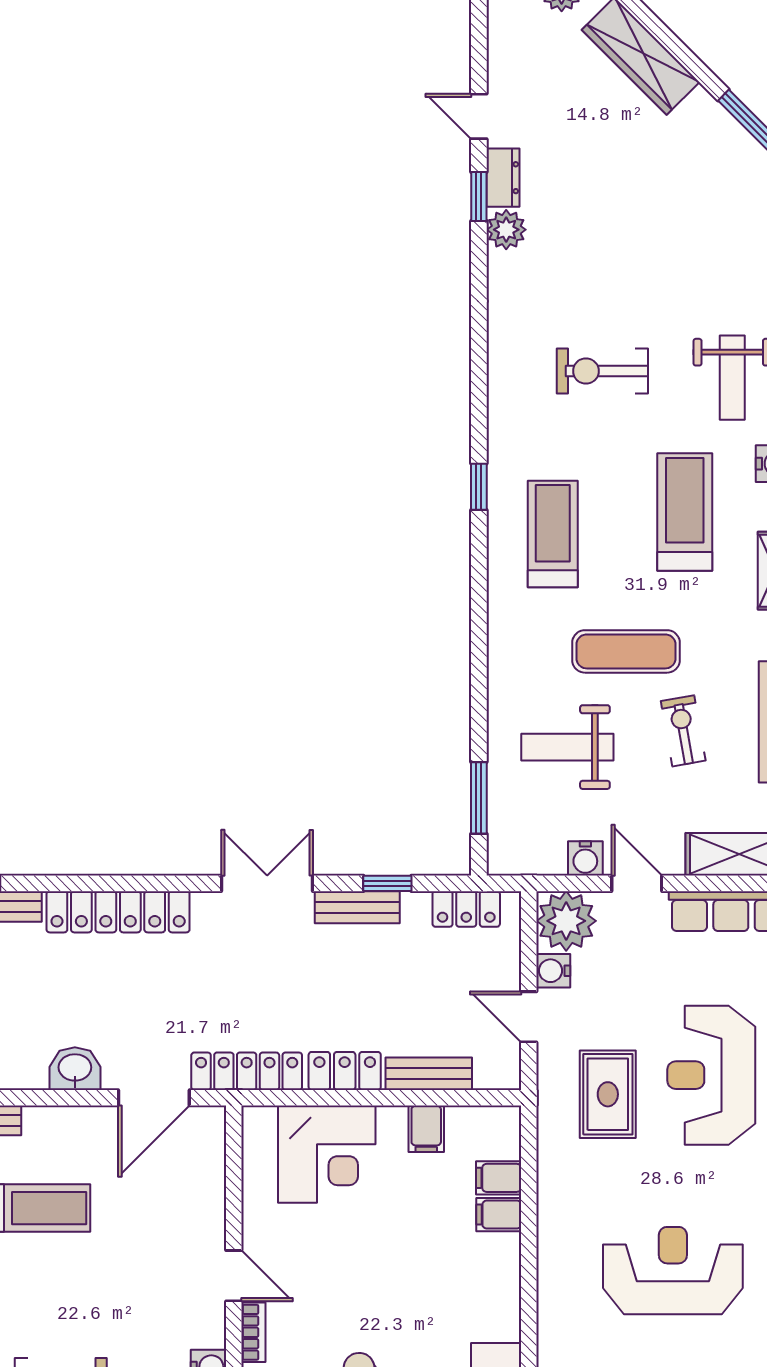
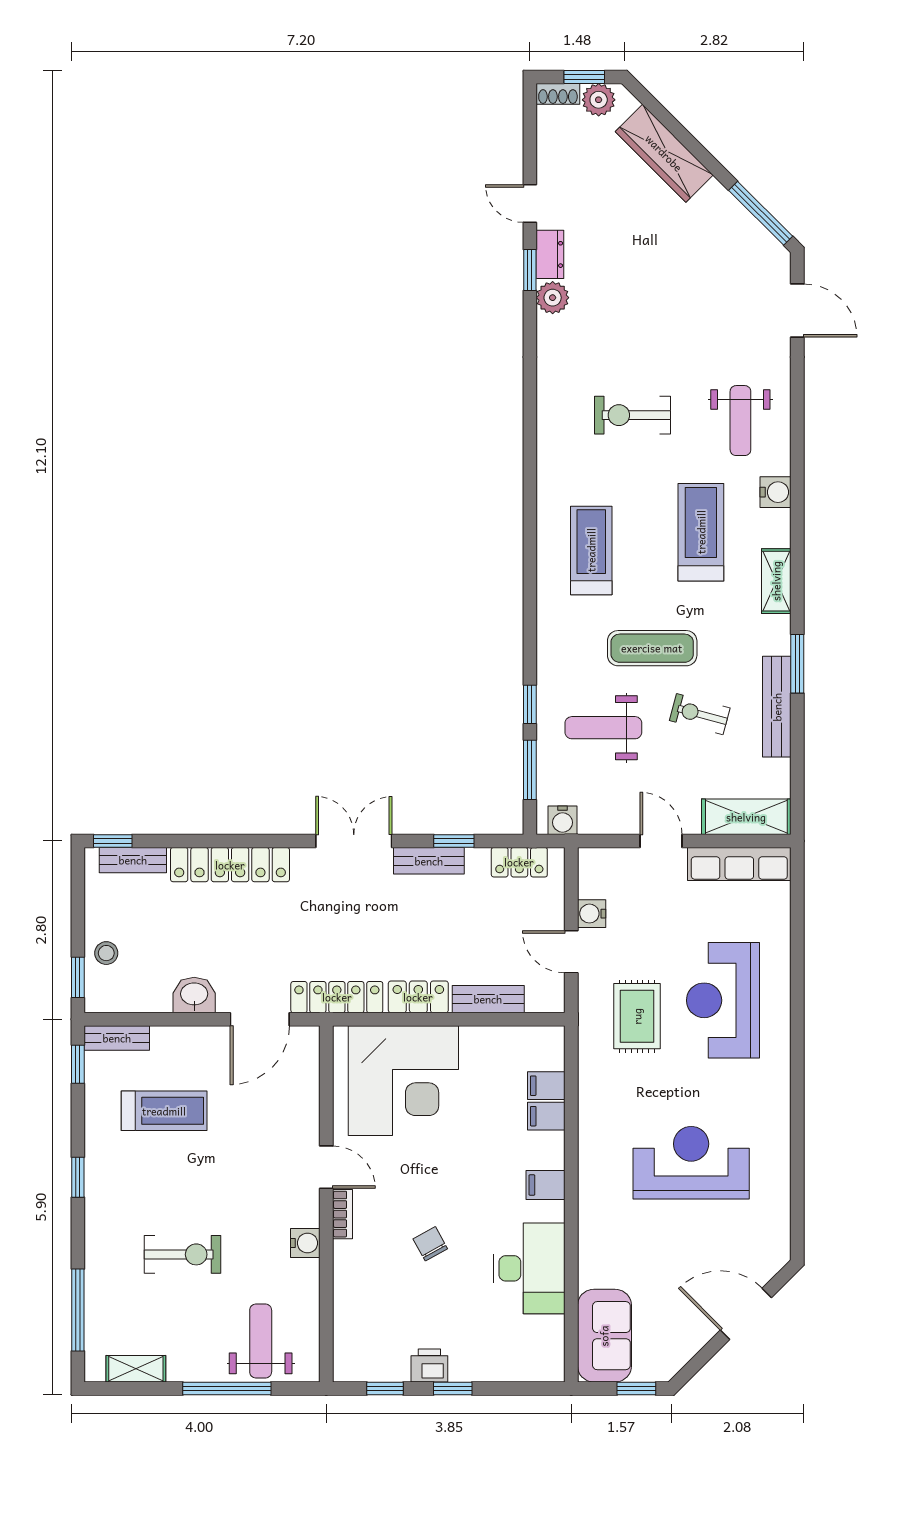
window: (479, 487) -> (530, 704), moved
exercise bike: (683, 731) -> (700, 714), turned -65
water cooler: (585, 858) -> (563, 820), moved
plant: (566, 921) -> (602, 872), removed
filing cabinet: (426, 1129) -> (545, 1185), moved, turned 90
corner desk: (327, 1154) -> (403, 1081), width x1.36, depth x1.36

